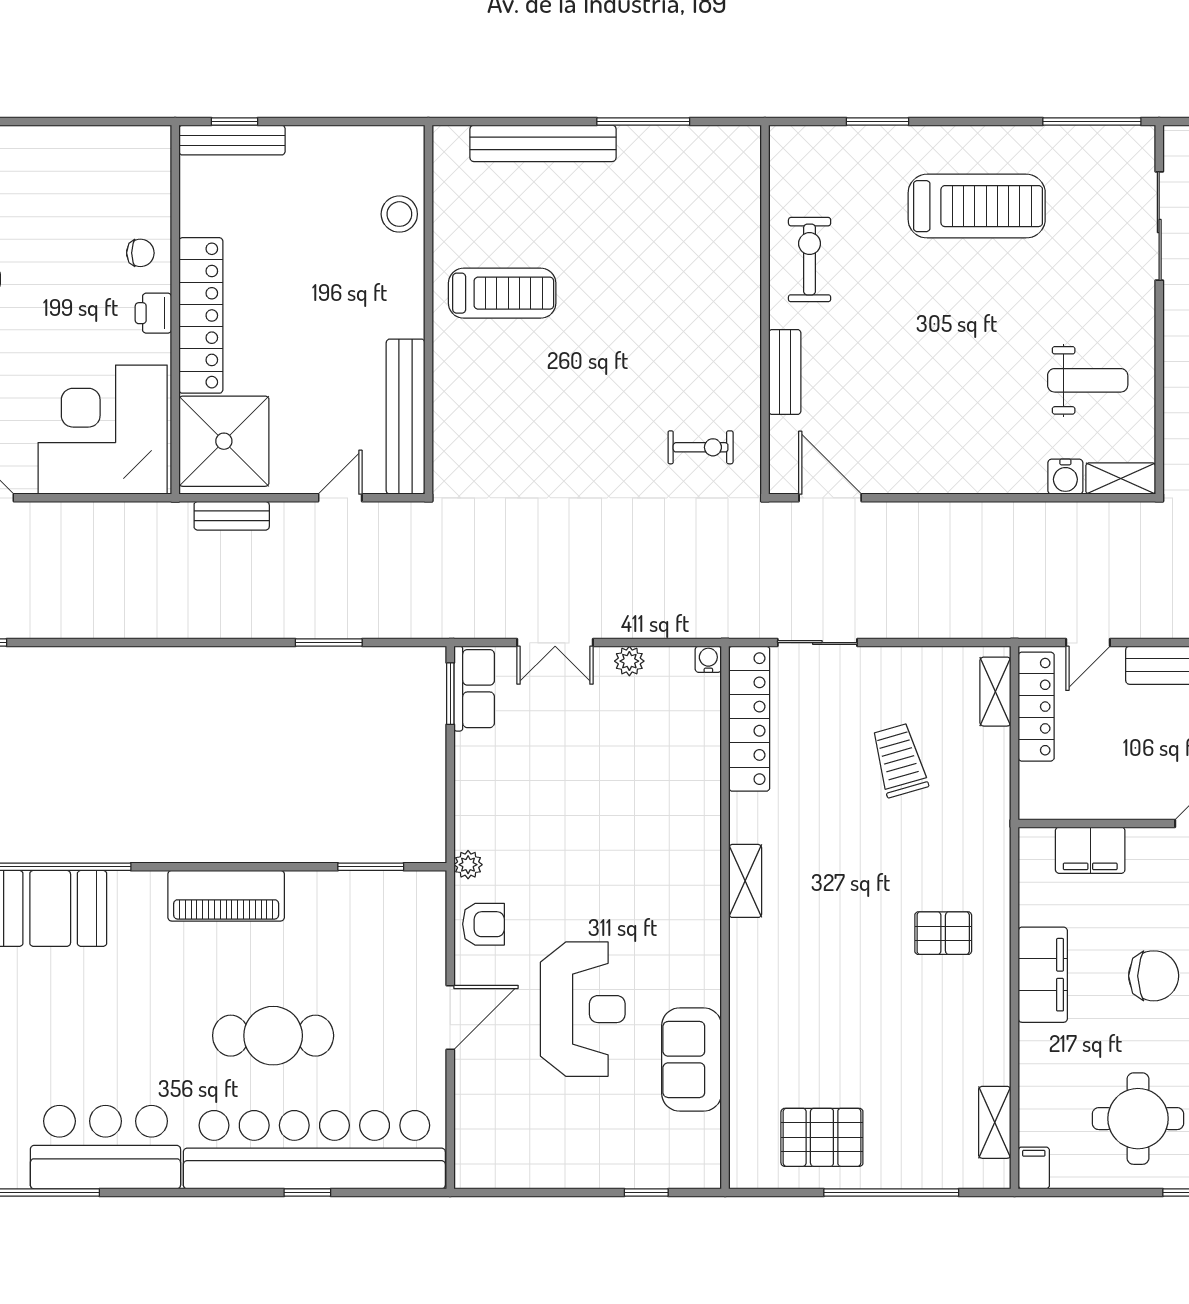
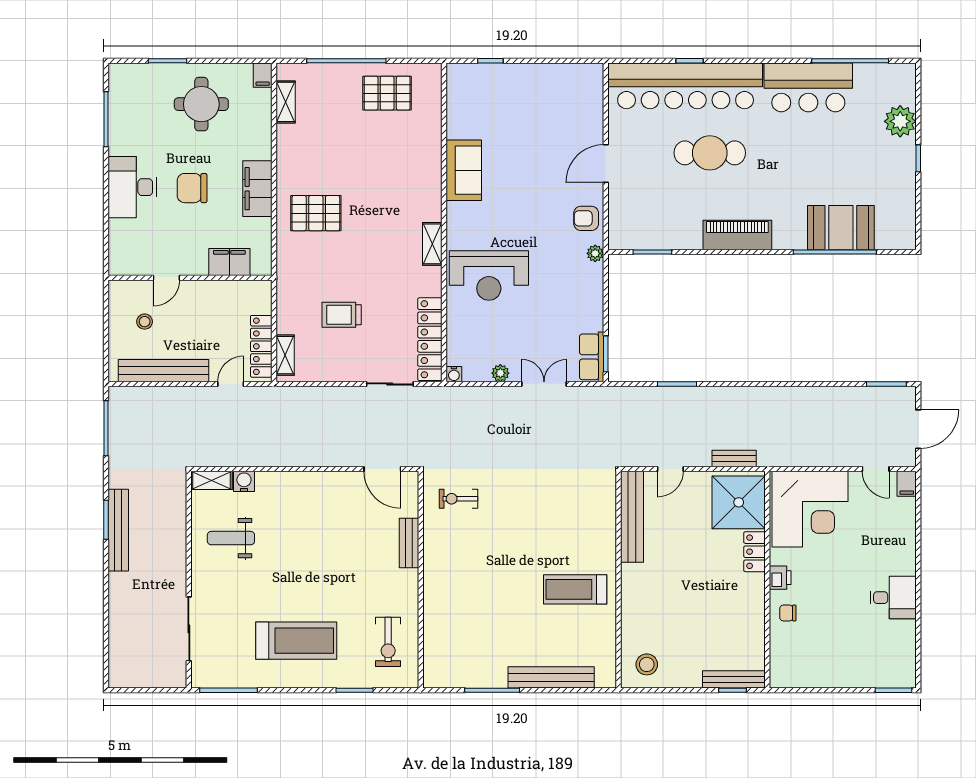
treadmill: (977, 206) -> (296, 641), turned 180
stool: (399, 214) -> (647, 664), moved
exercise bike: (810, 260) -> (388, 642), moved
locker: (201, 315) -> (754, 552), width x0.46, depth x0.83
trolley: (899, 760) -> (342, 315), turned 106
pallet: (943, 933) -> (316, 213), width x1.50, depth x1.42
reception desk: (583, 1009) -> (489, 276), moved, turned -90
sofa: (692, 1059) -> (464, 170), moved

